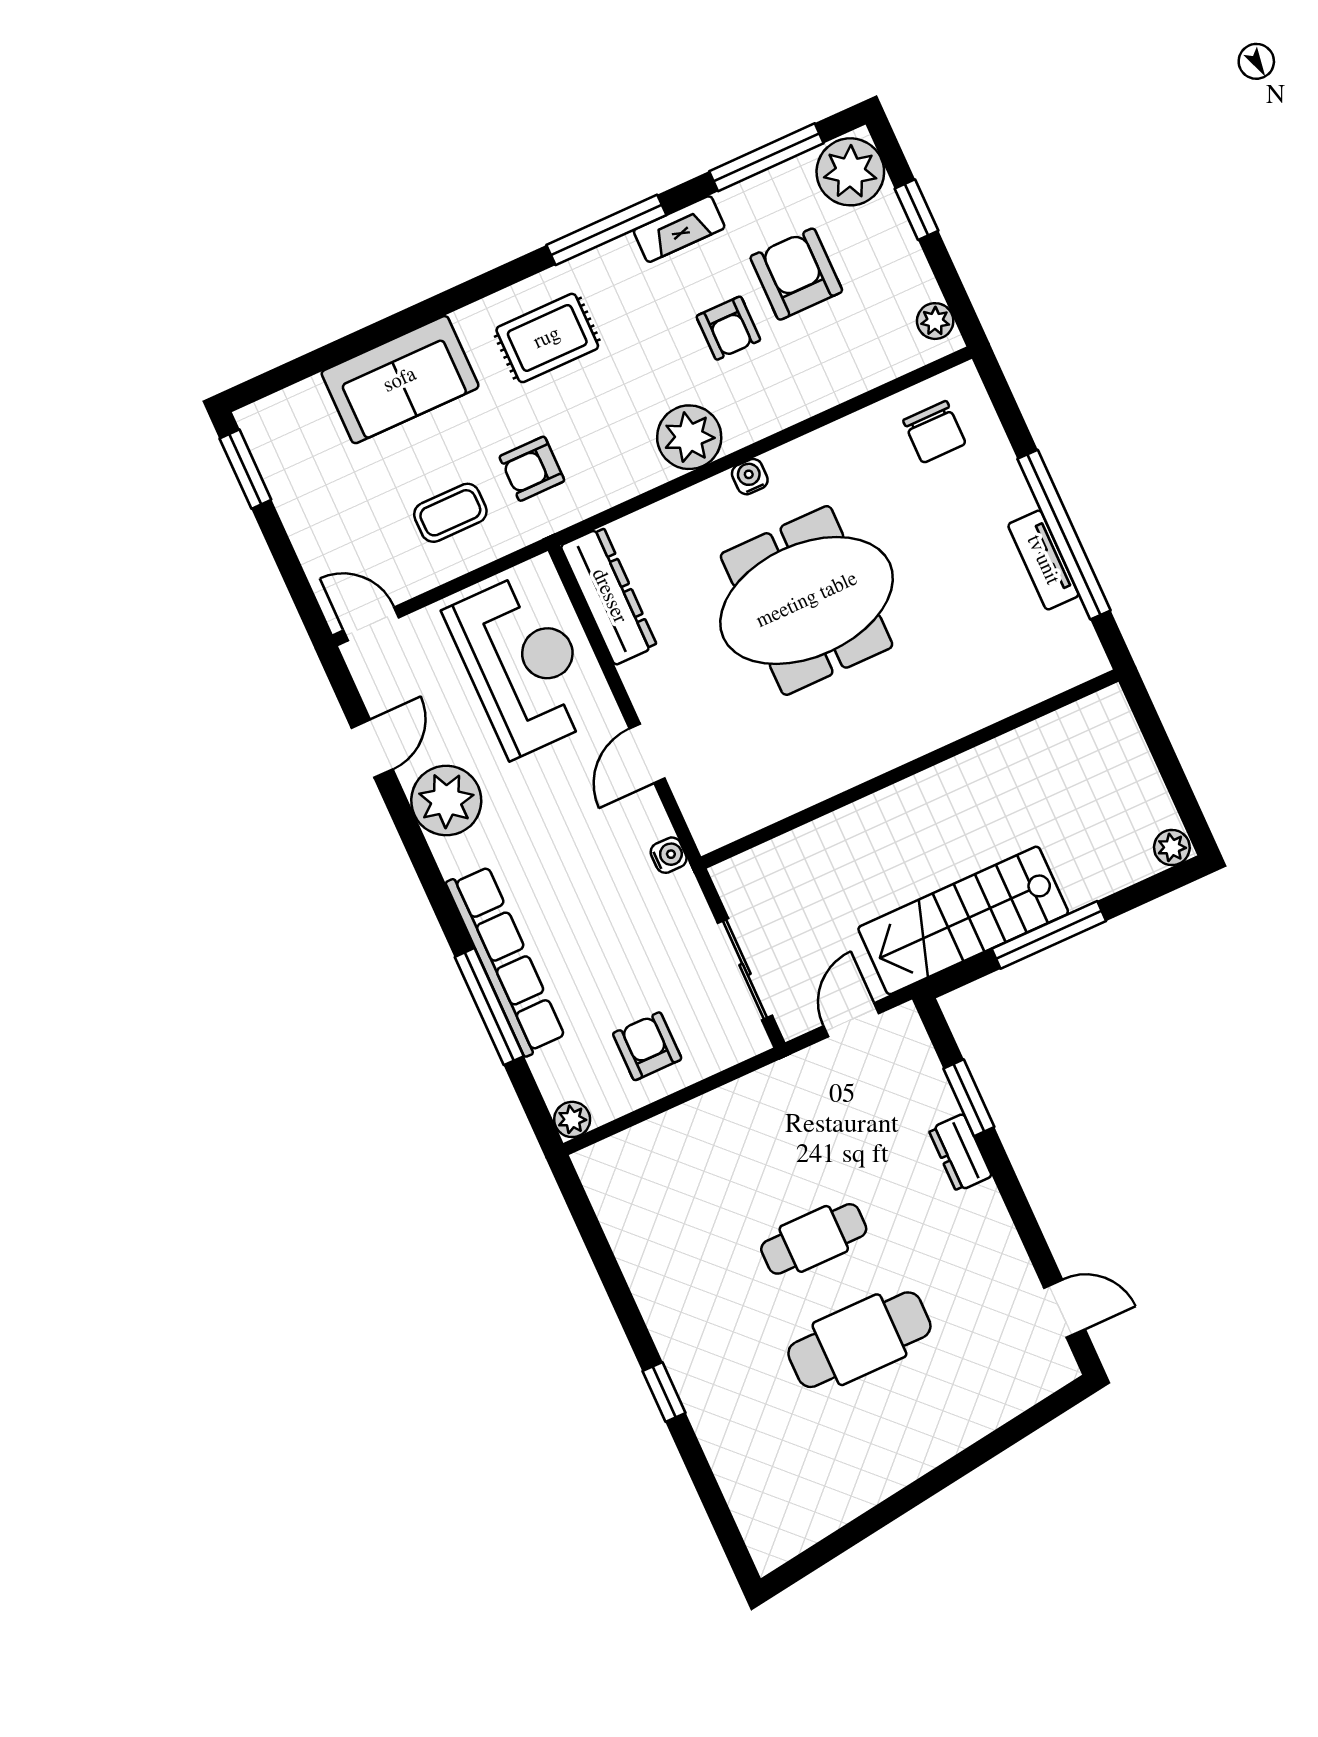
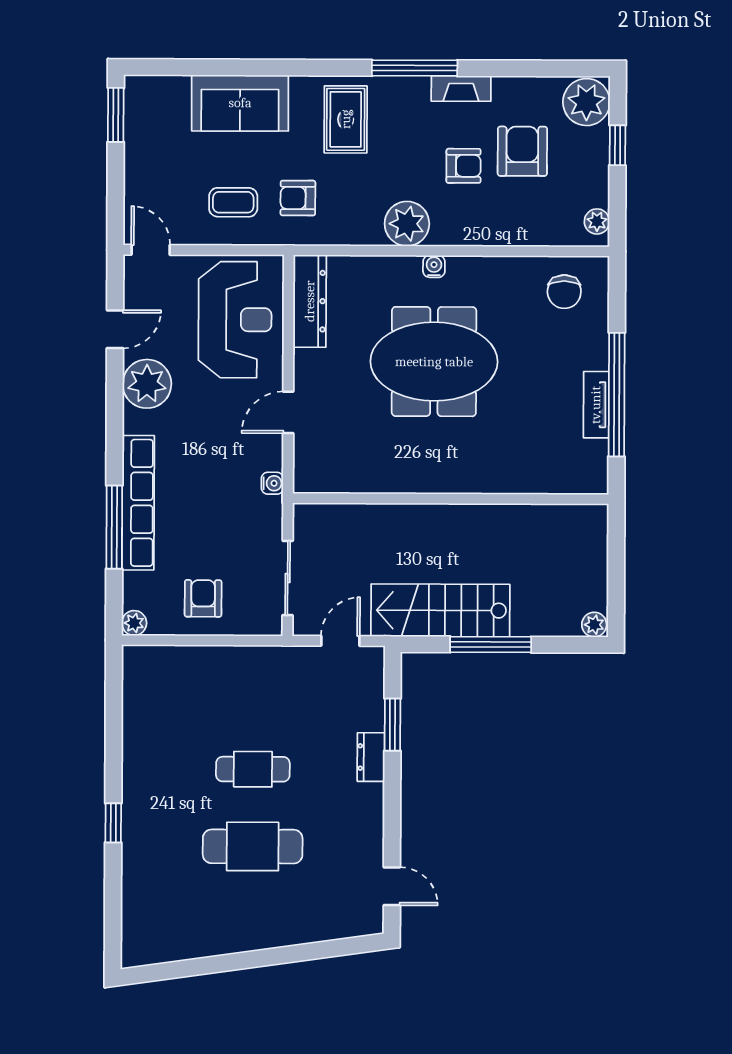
window: (766, 157) -> (537, 68), removed
armchair: (728, 328) -> (464, 166), turned -90
rug: (547, 338) -> (346, 119), turned 90

